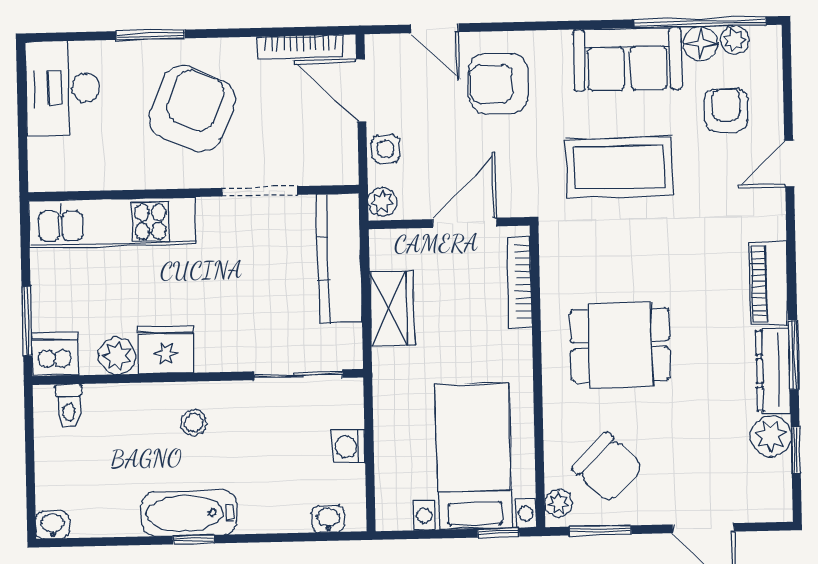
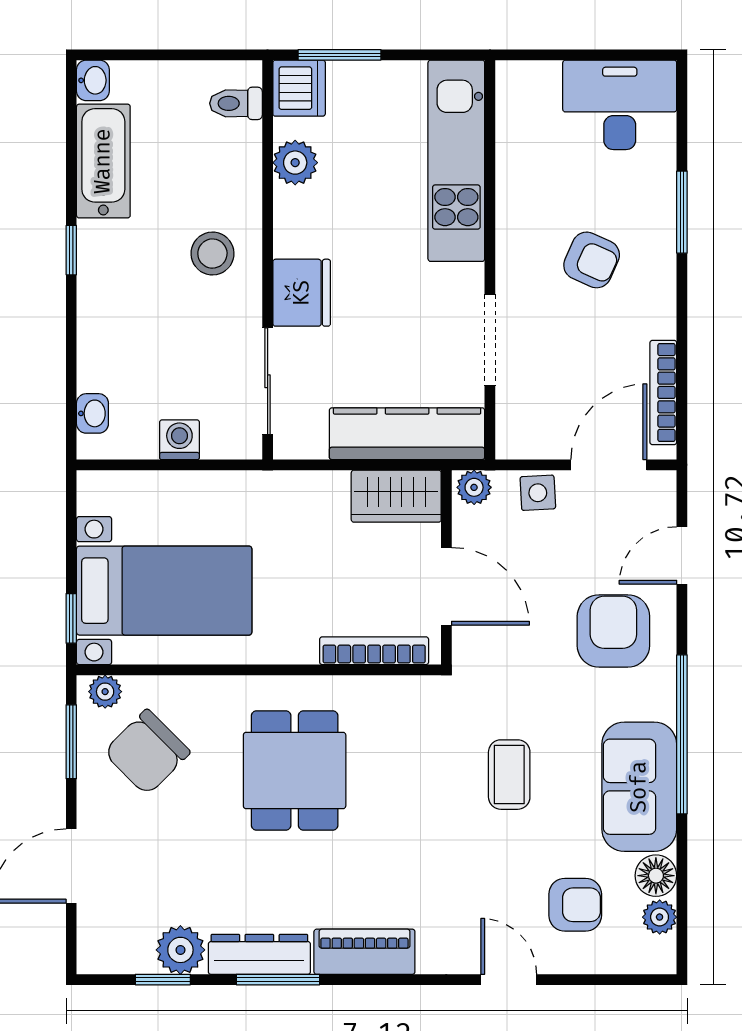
window: (700, 22) -> (682, 734), moved
armchair: (192, 109) -> (592, 260), width x0.53, depth x0.53
coffee table: (619, 167) -> (509, 775), width x0.54, depth x0.58
wardrobe: (392, 308) -> (396, 496), moved
fridge: (166, 349) -> (302, 293), moved
stool: (194, 423) -> (212, 254), width x1.37, depth x1.37
bathtub: (189, 513) -> (103, 161), moved

